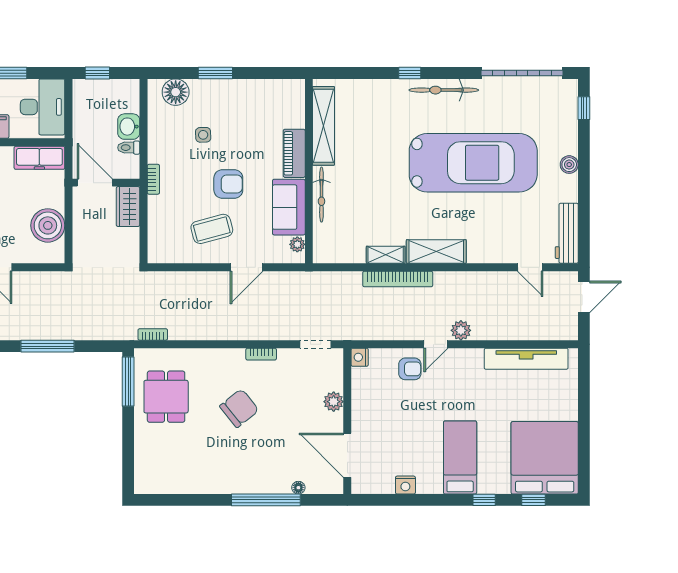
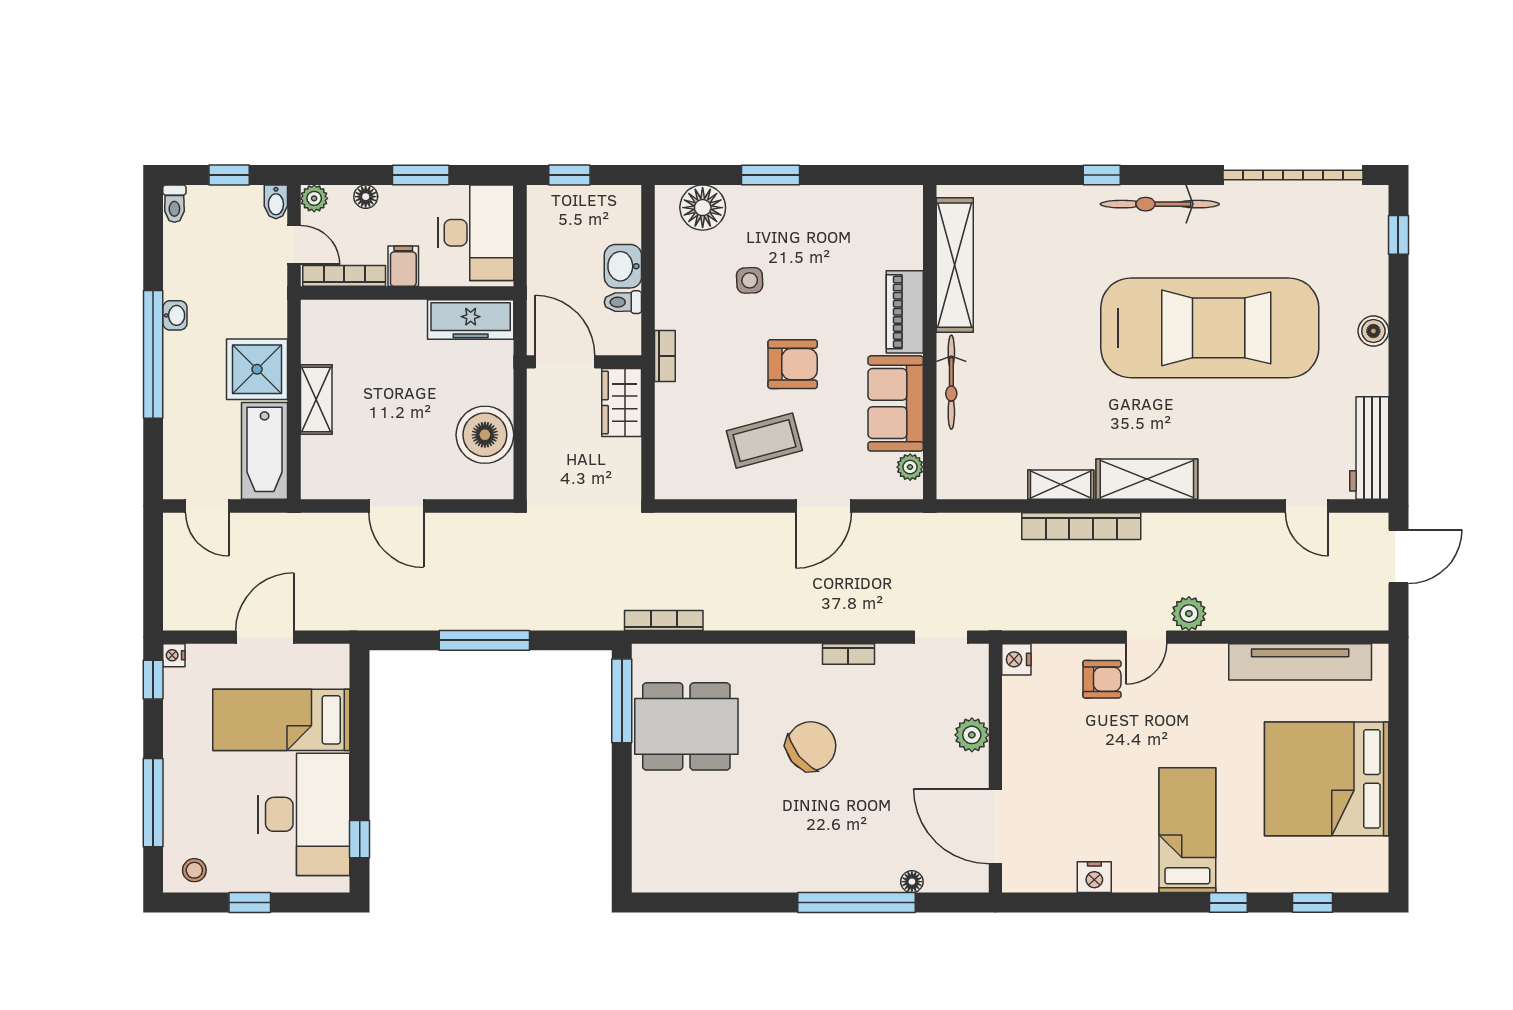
bookcase: (153, 334) -> (664, 621), width x1.56
dining table: (166, 397) -> (686, 726), width x1.38
bed: (545, 458) -> (1327, 779), moved, turned -90

